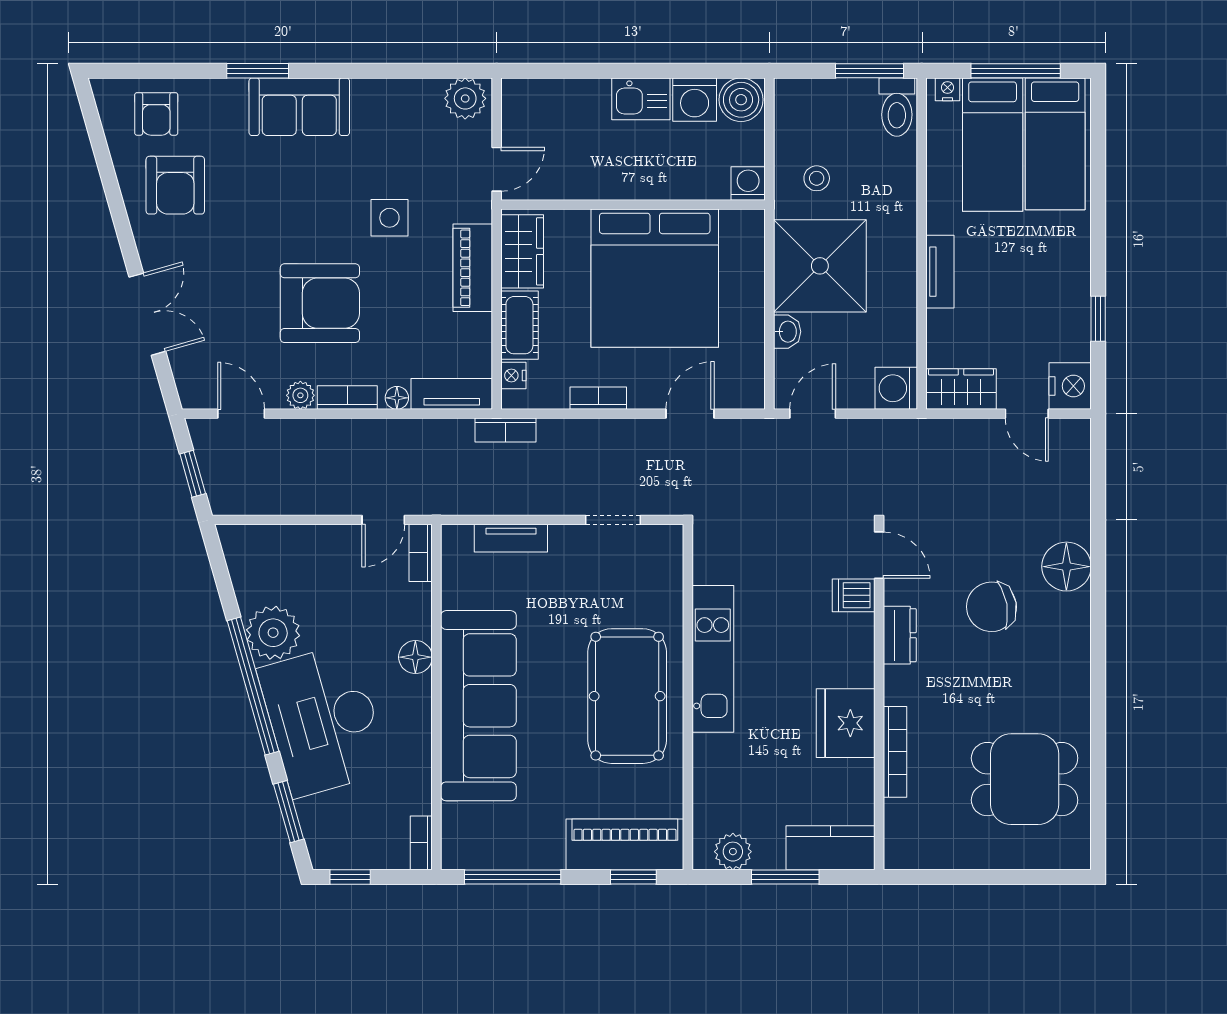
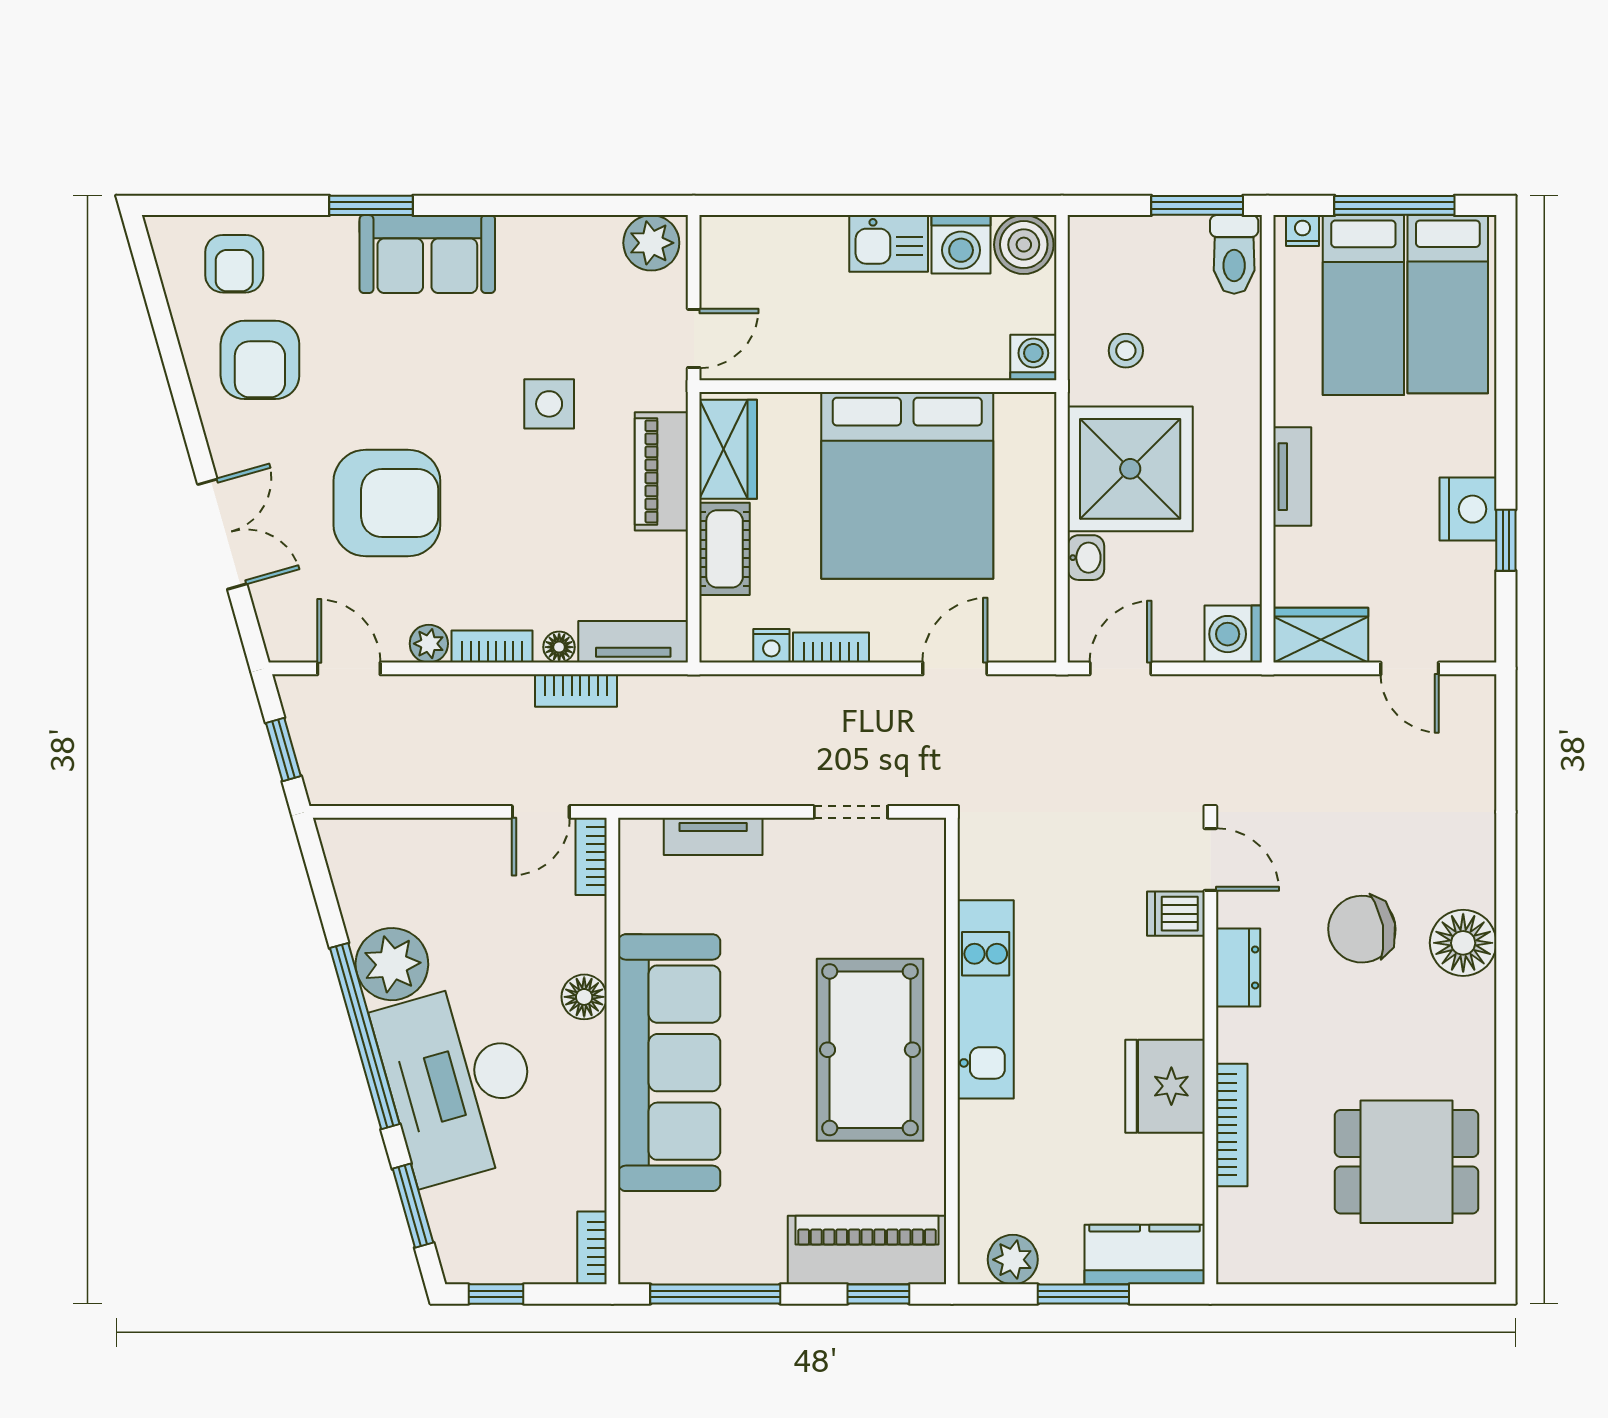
armchair: (320, 303) -> (387, 503), moved
nightstand: (513, 375) -> (771, 646), moved, turned -90
nightstand: (1070, 386) -> (1468, 509), moved
bookcase: (505, 430) -> (576, 691), moved
floor lamp: (1066, 567) -> (1463, 943), moved

